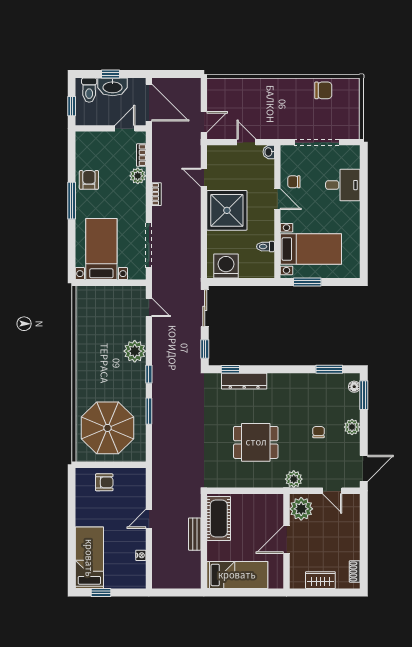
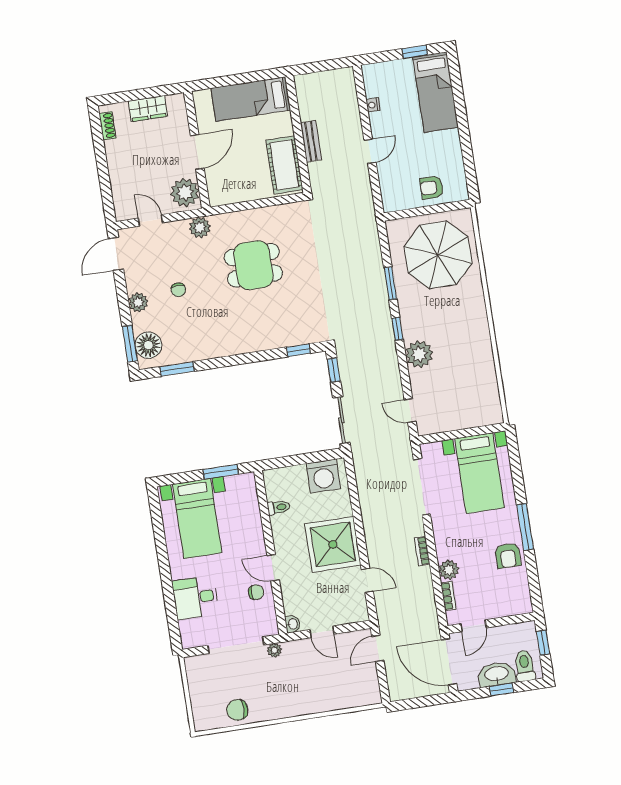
plant: (286, 133) -> (274, 650), added
bed with nightstands: (311, 249) -> (197, 518), moved, turned -90
dresser: (244, 381) -> (279, 338), removed
floor lamp: (354, 387) -> (148, 345), width x1.89, depth x1.89

